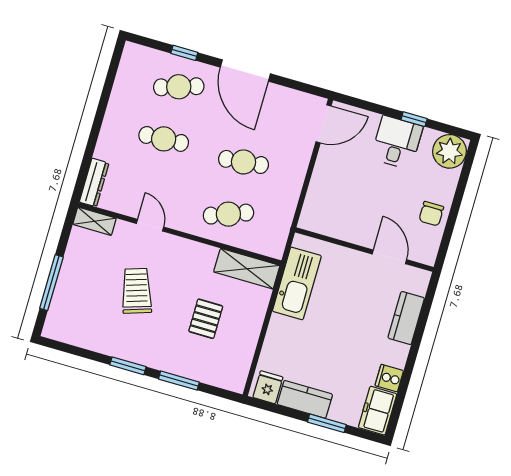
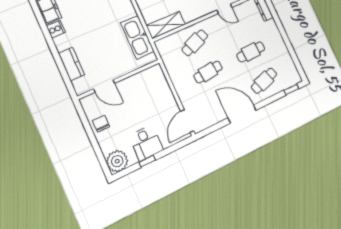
window: (184, 53) -> (291, 90), moved

